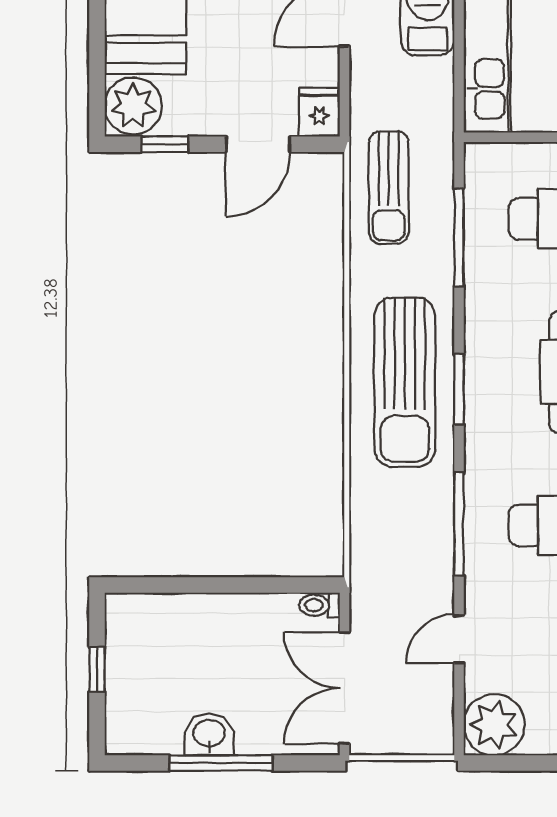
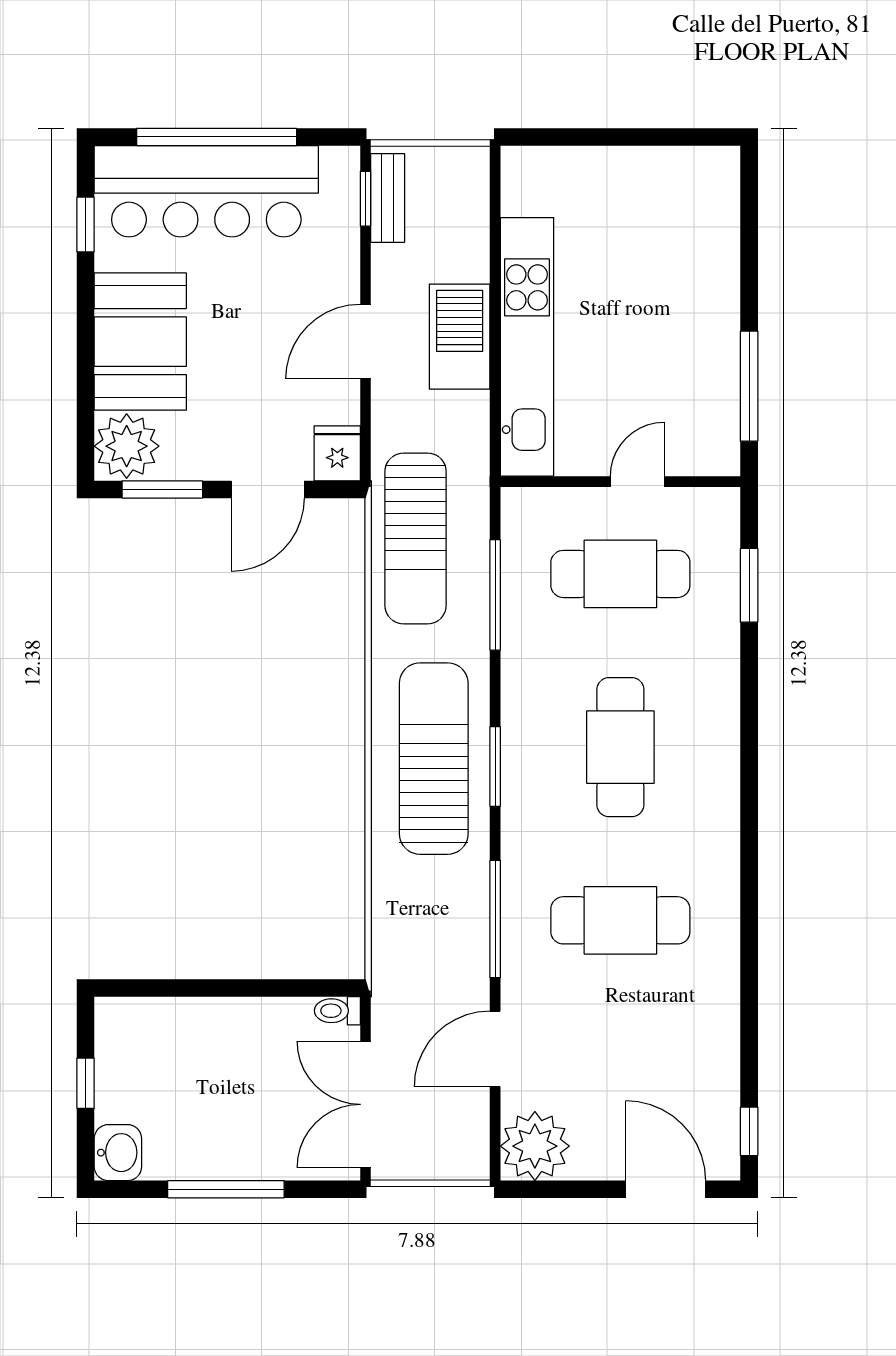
window: (165, 144) -> (162, 489), width x1.50
sun lounger: (389, 188) -> (416, 538), width x1.36, depth x1.34
sun lounger: (405, 382) -> (434, 759), turned 180
door: (459, 639) -> (495, 1049), width x1.38
washbasin: (209, 734) -> (118, 1153), moved, turned 90

